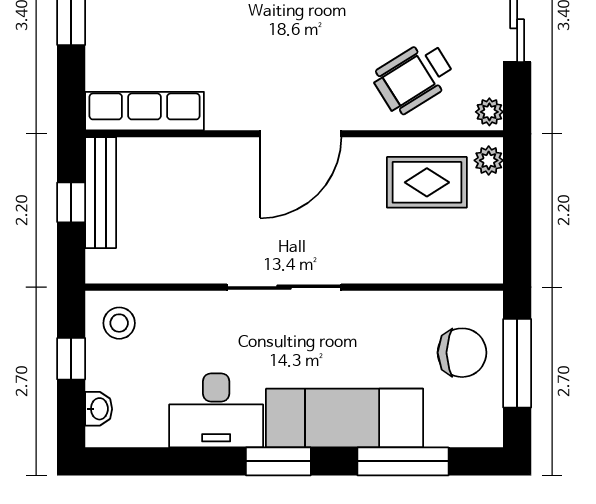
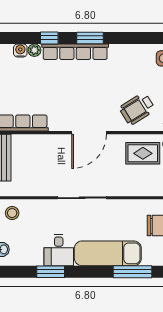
desk: (216, 410) -> (59, 250), width x0.73
window: (278, 461) -> (51, 272), moved

